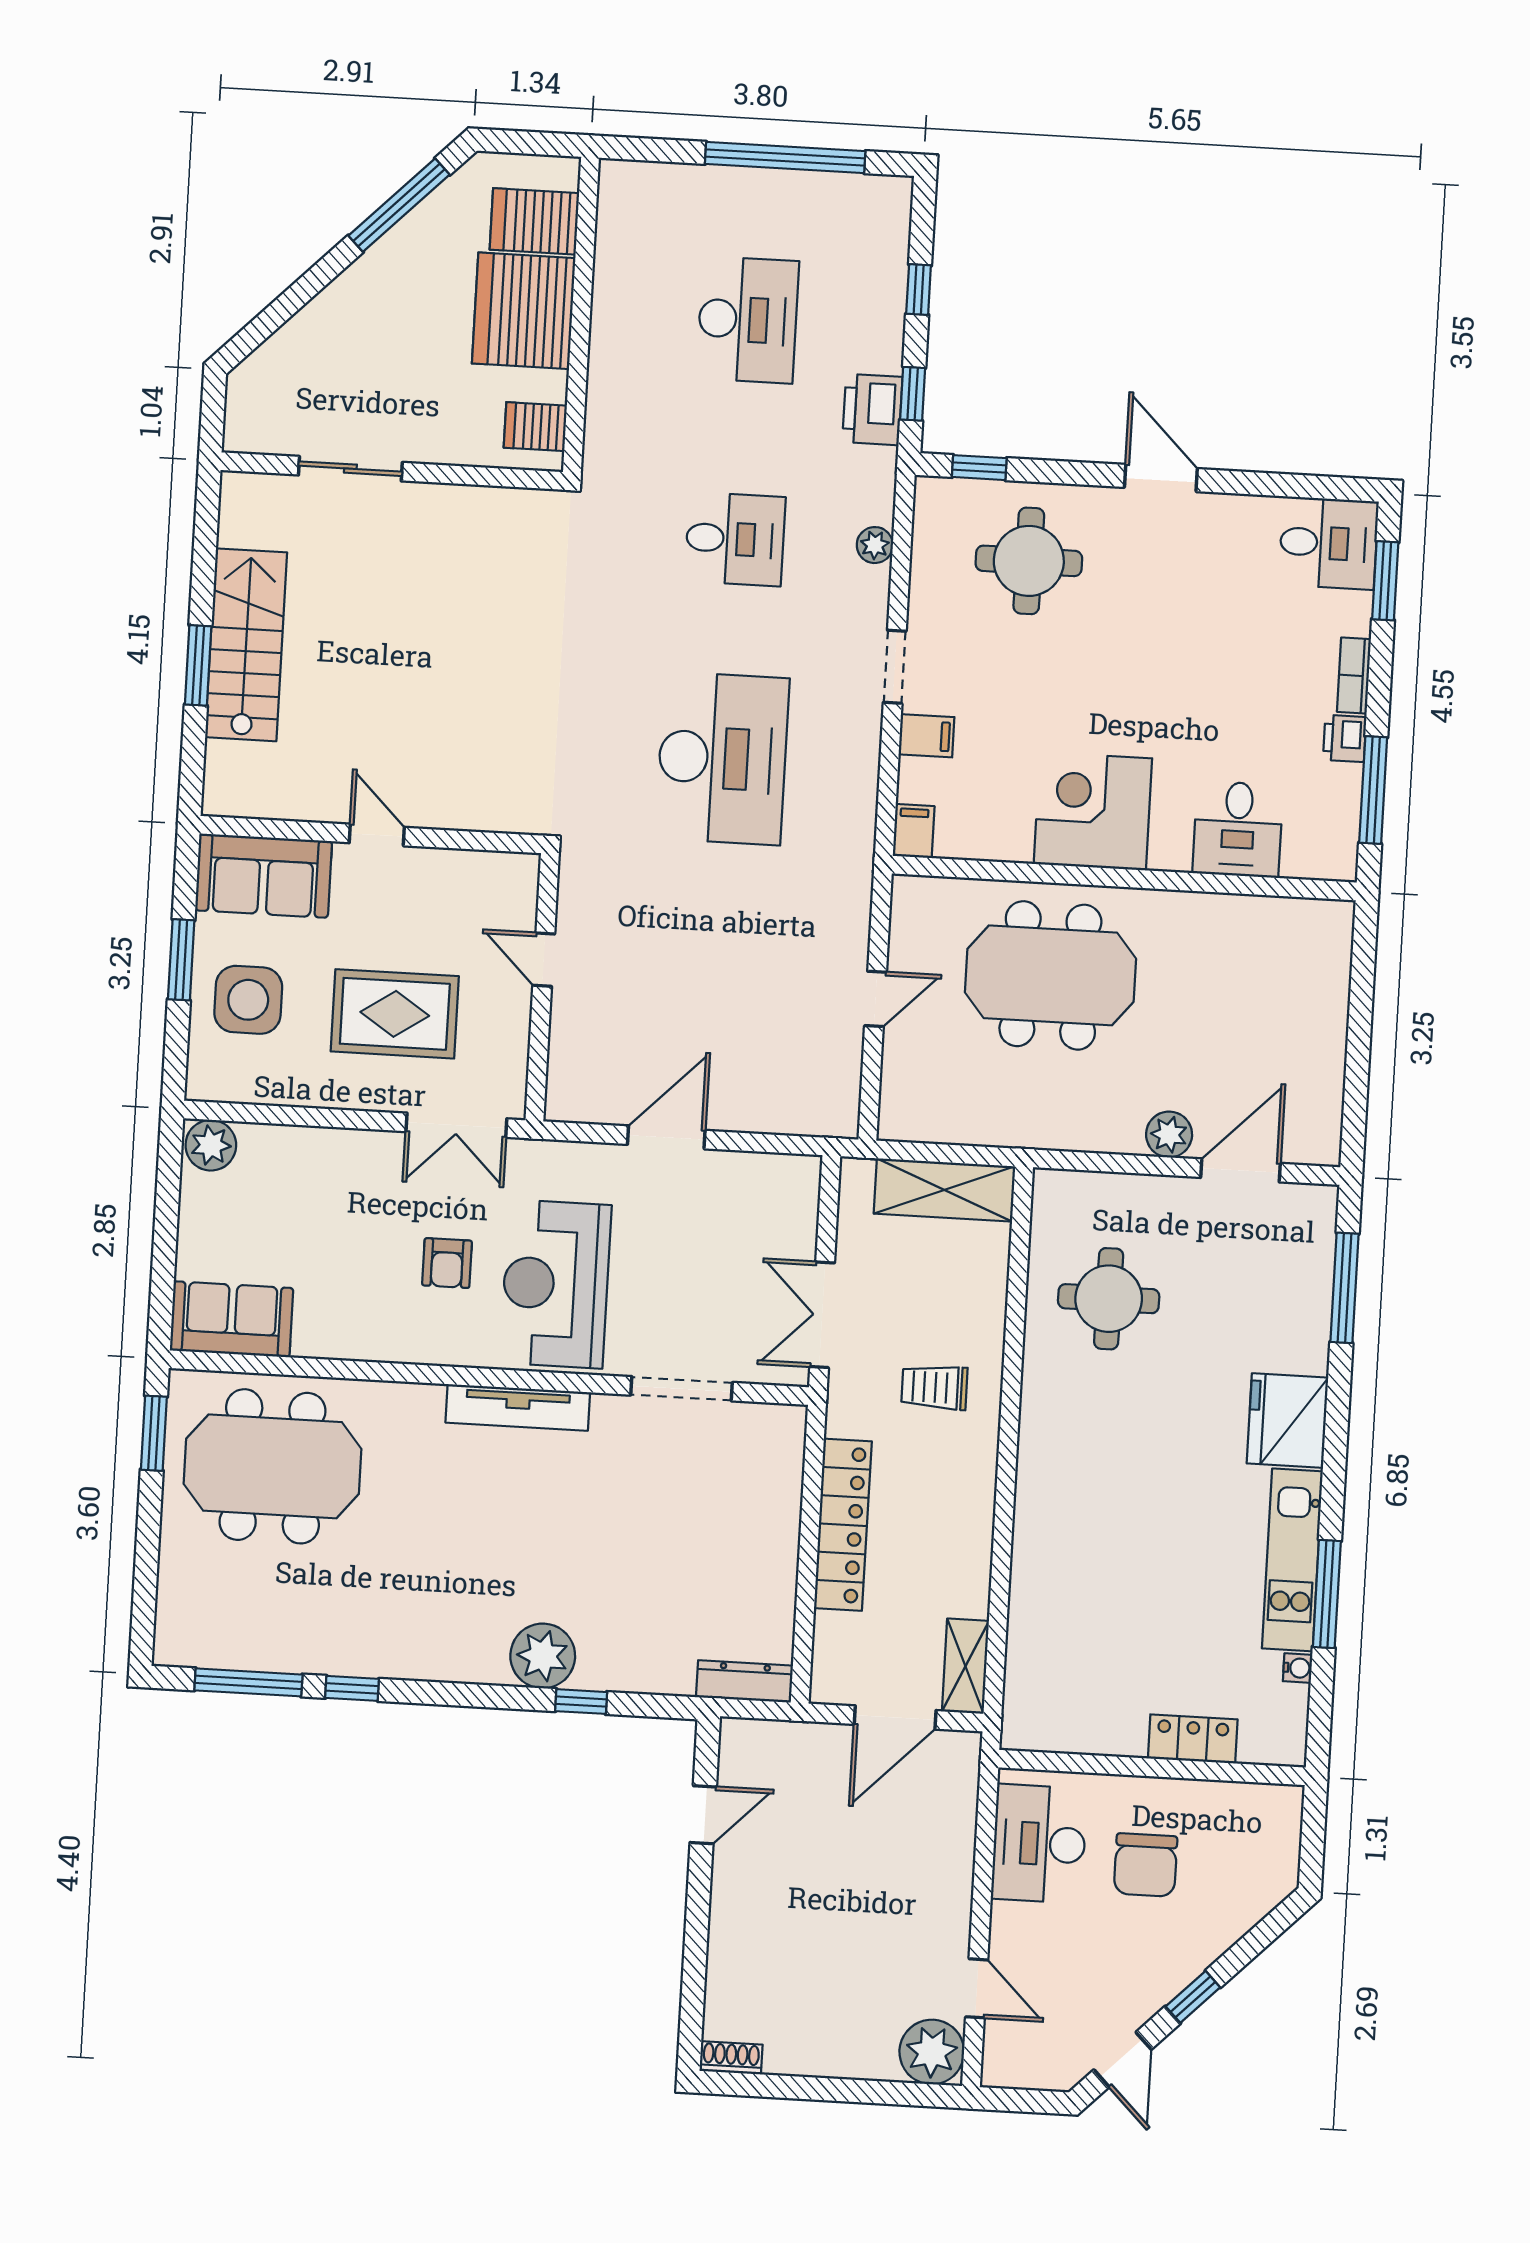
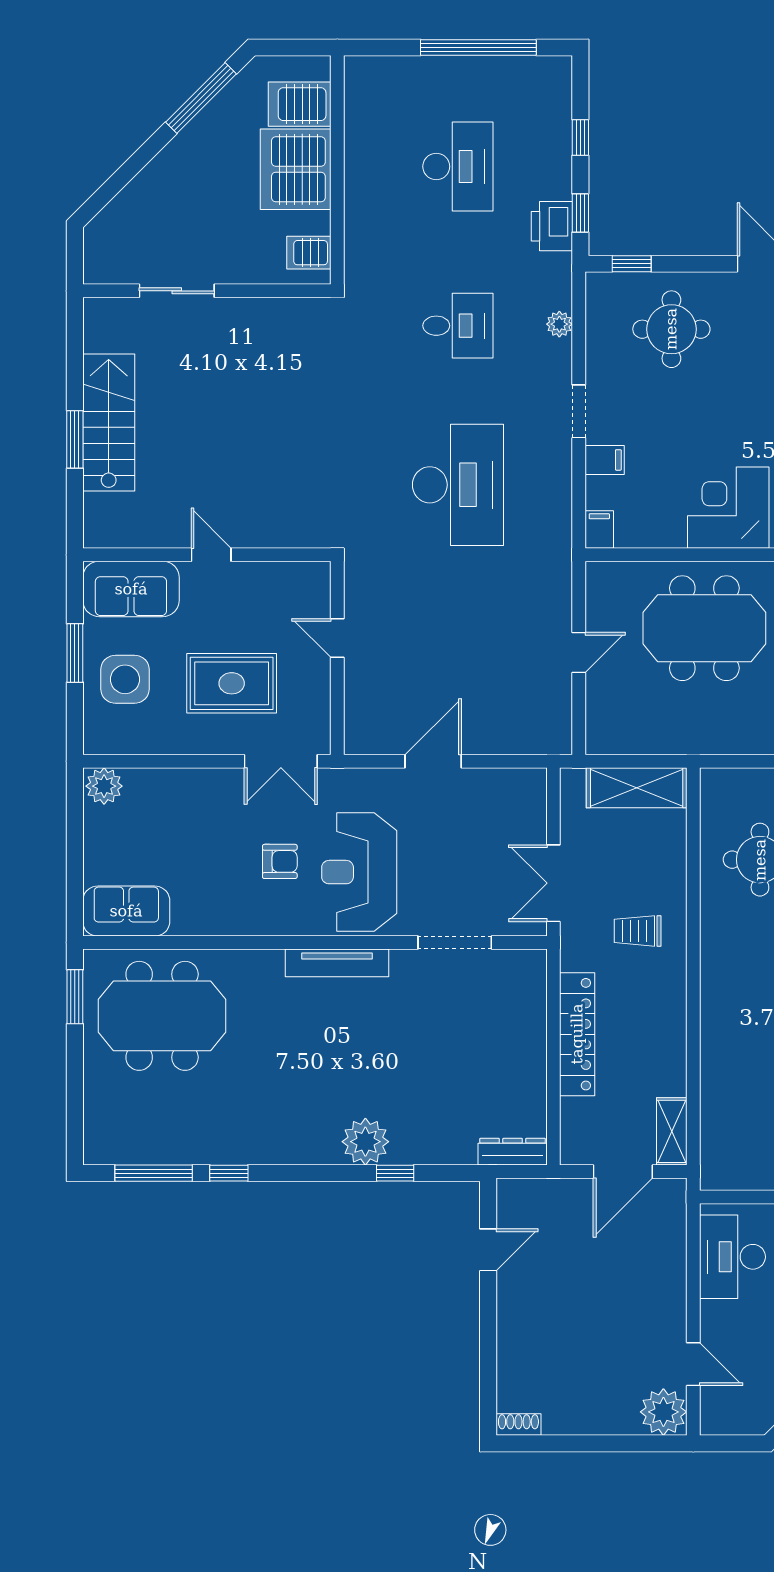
armchair: (447, 1263) -> (280, 861), turned -90

